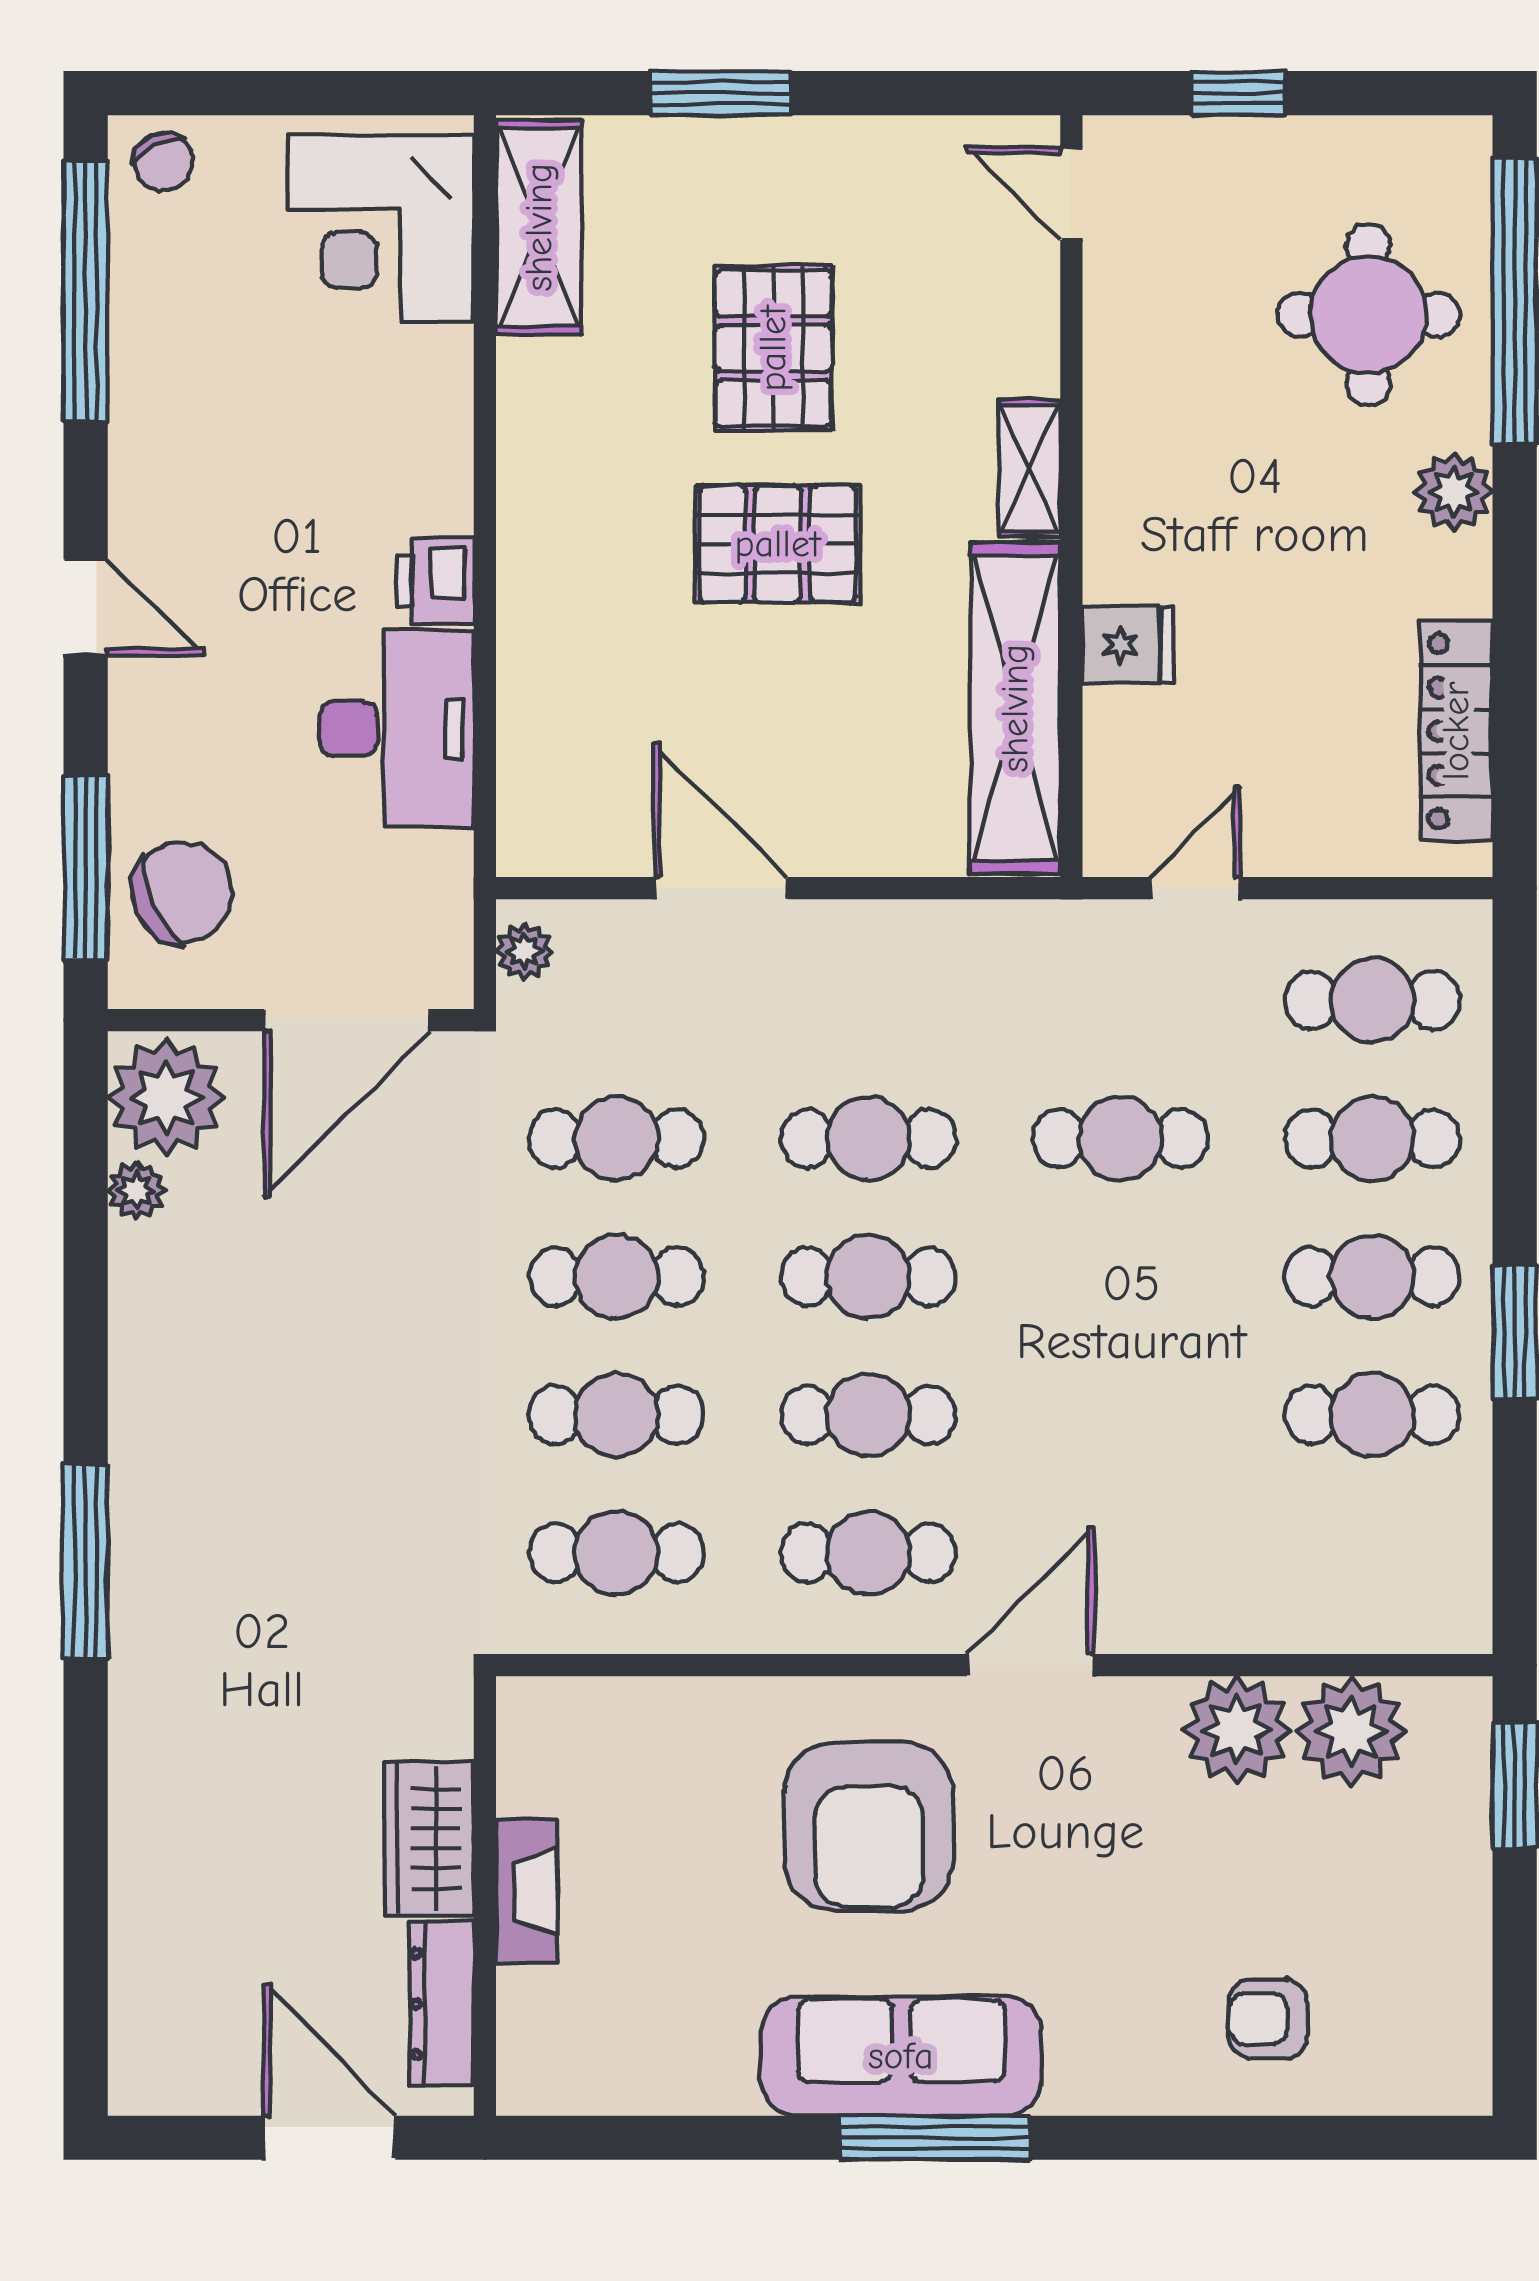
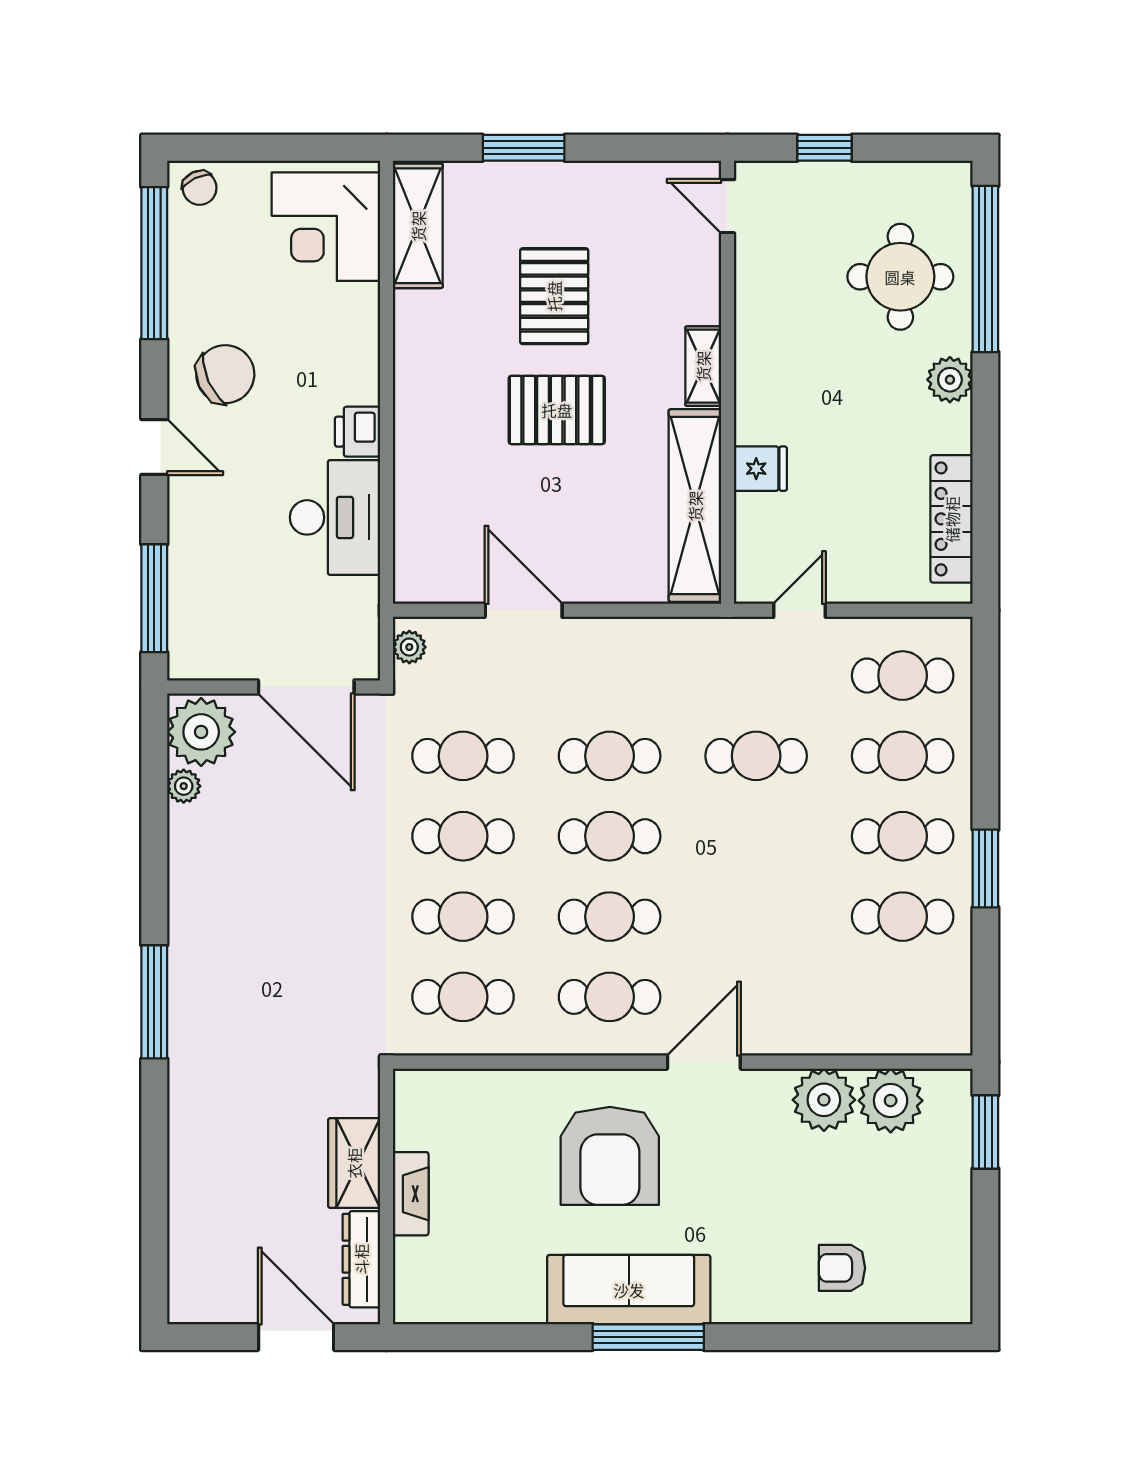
chair: (182, 892) -> (225, 374), moved
door: (347, 1020) -> (306, 687), hinge flipped

